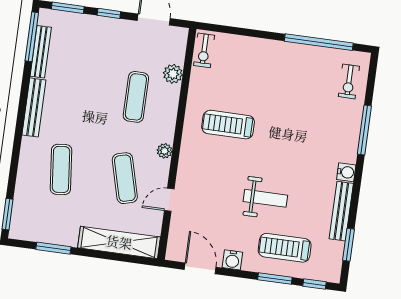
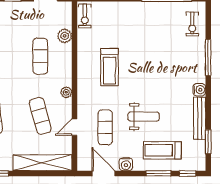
treadmill: (228, 125) -> (109, 67), turned -90
exercise mat: (211, 206) -> (105, 127), added

